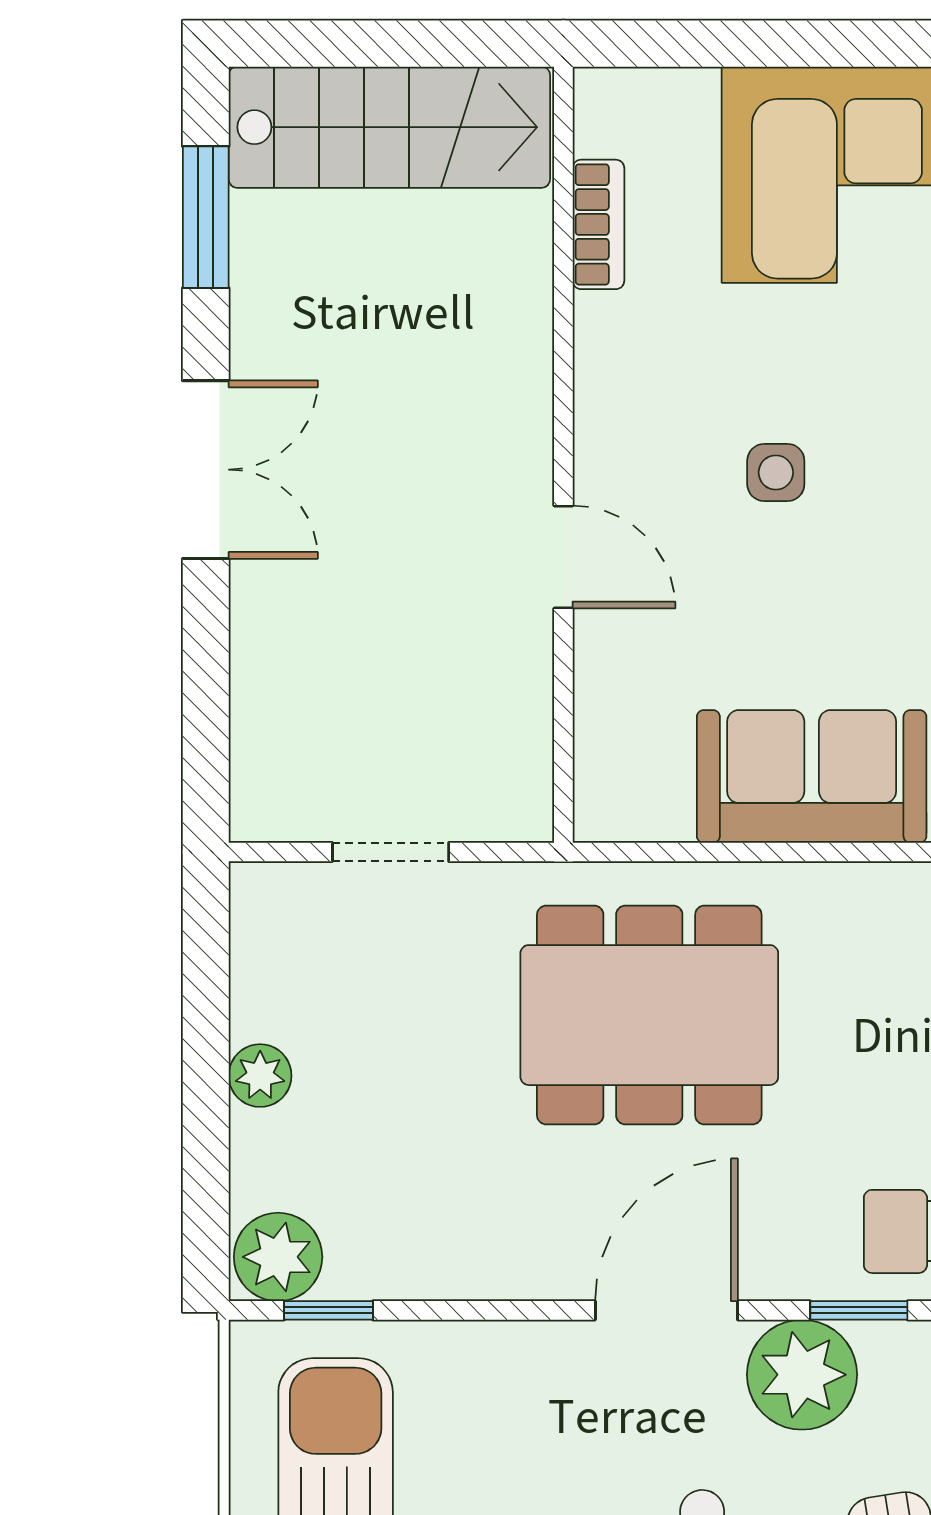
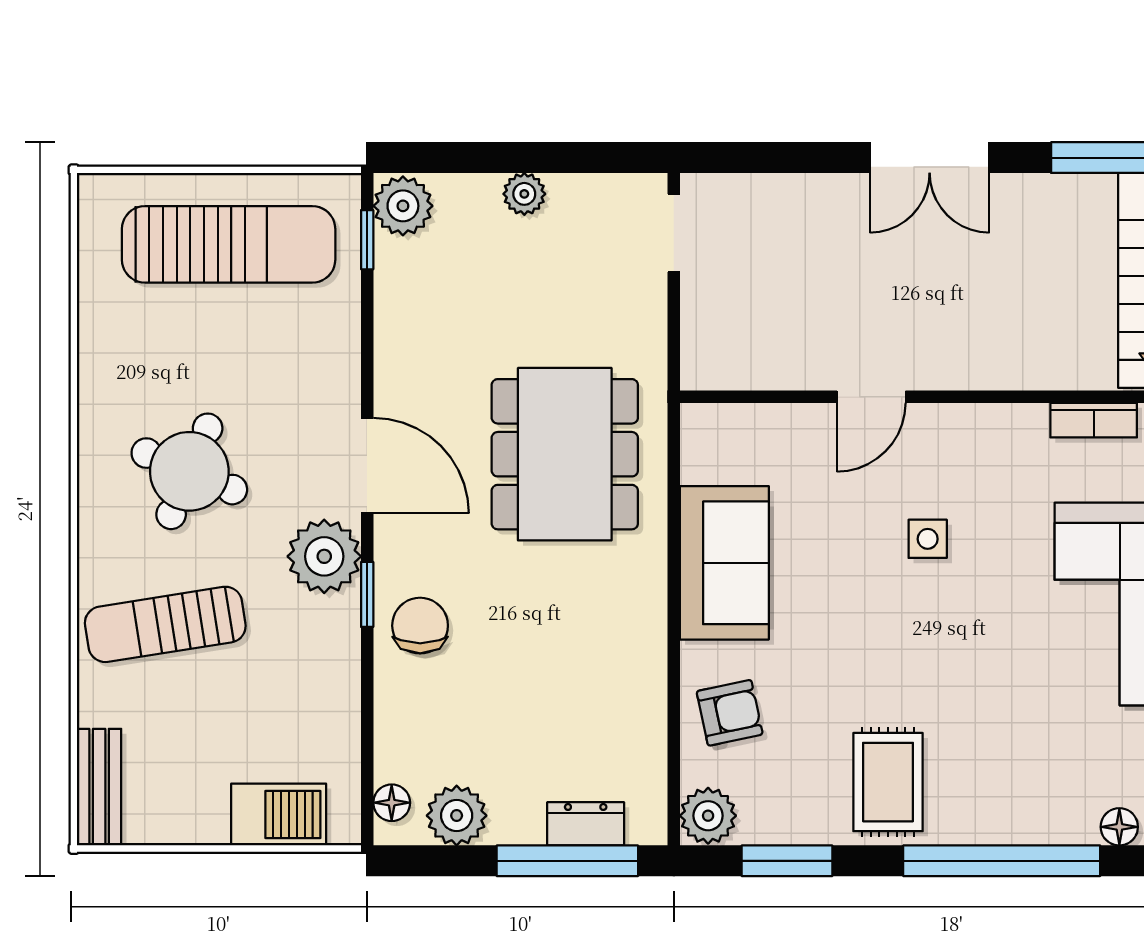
doorway: (391, 852) -> (674, 233), moved

